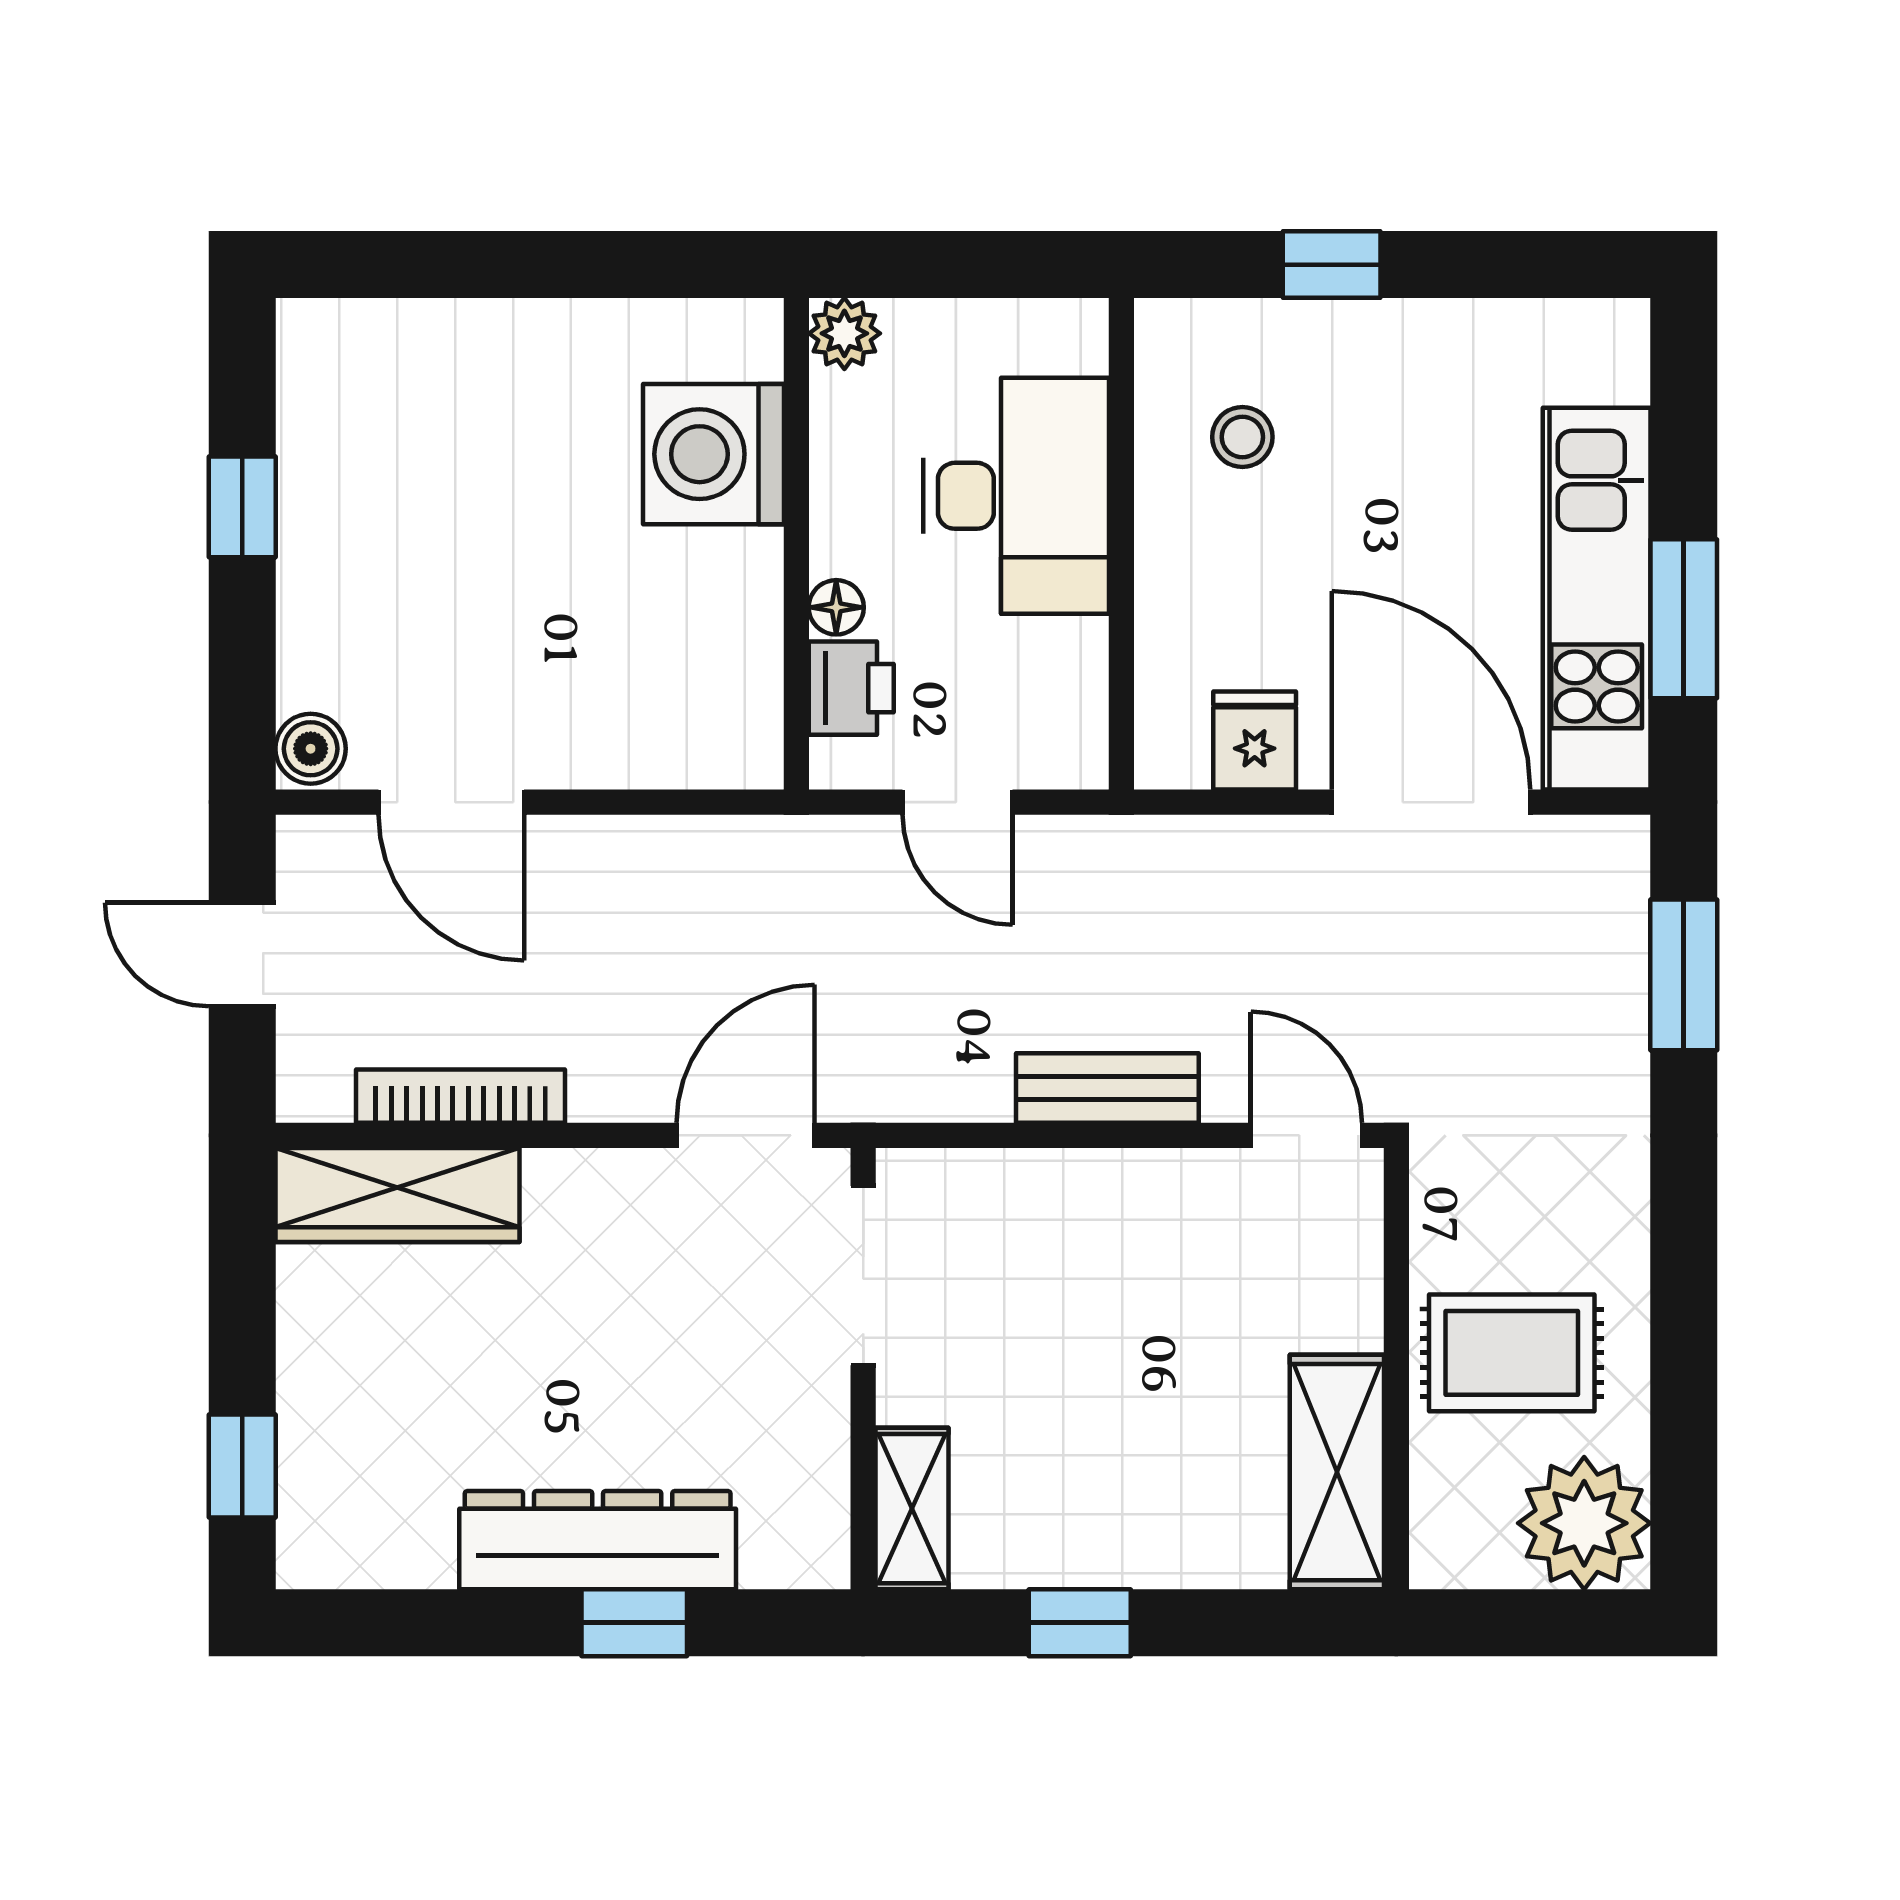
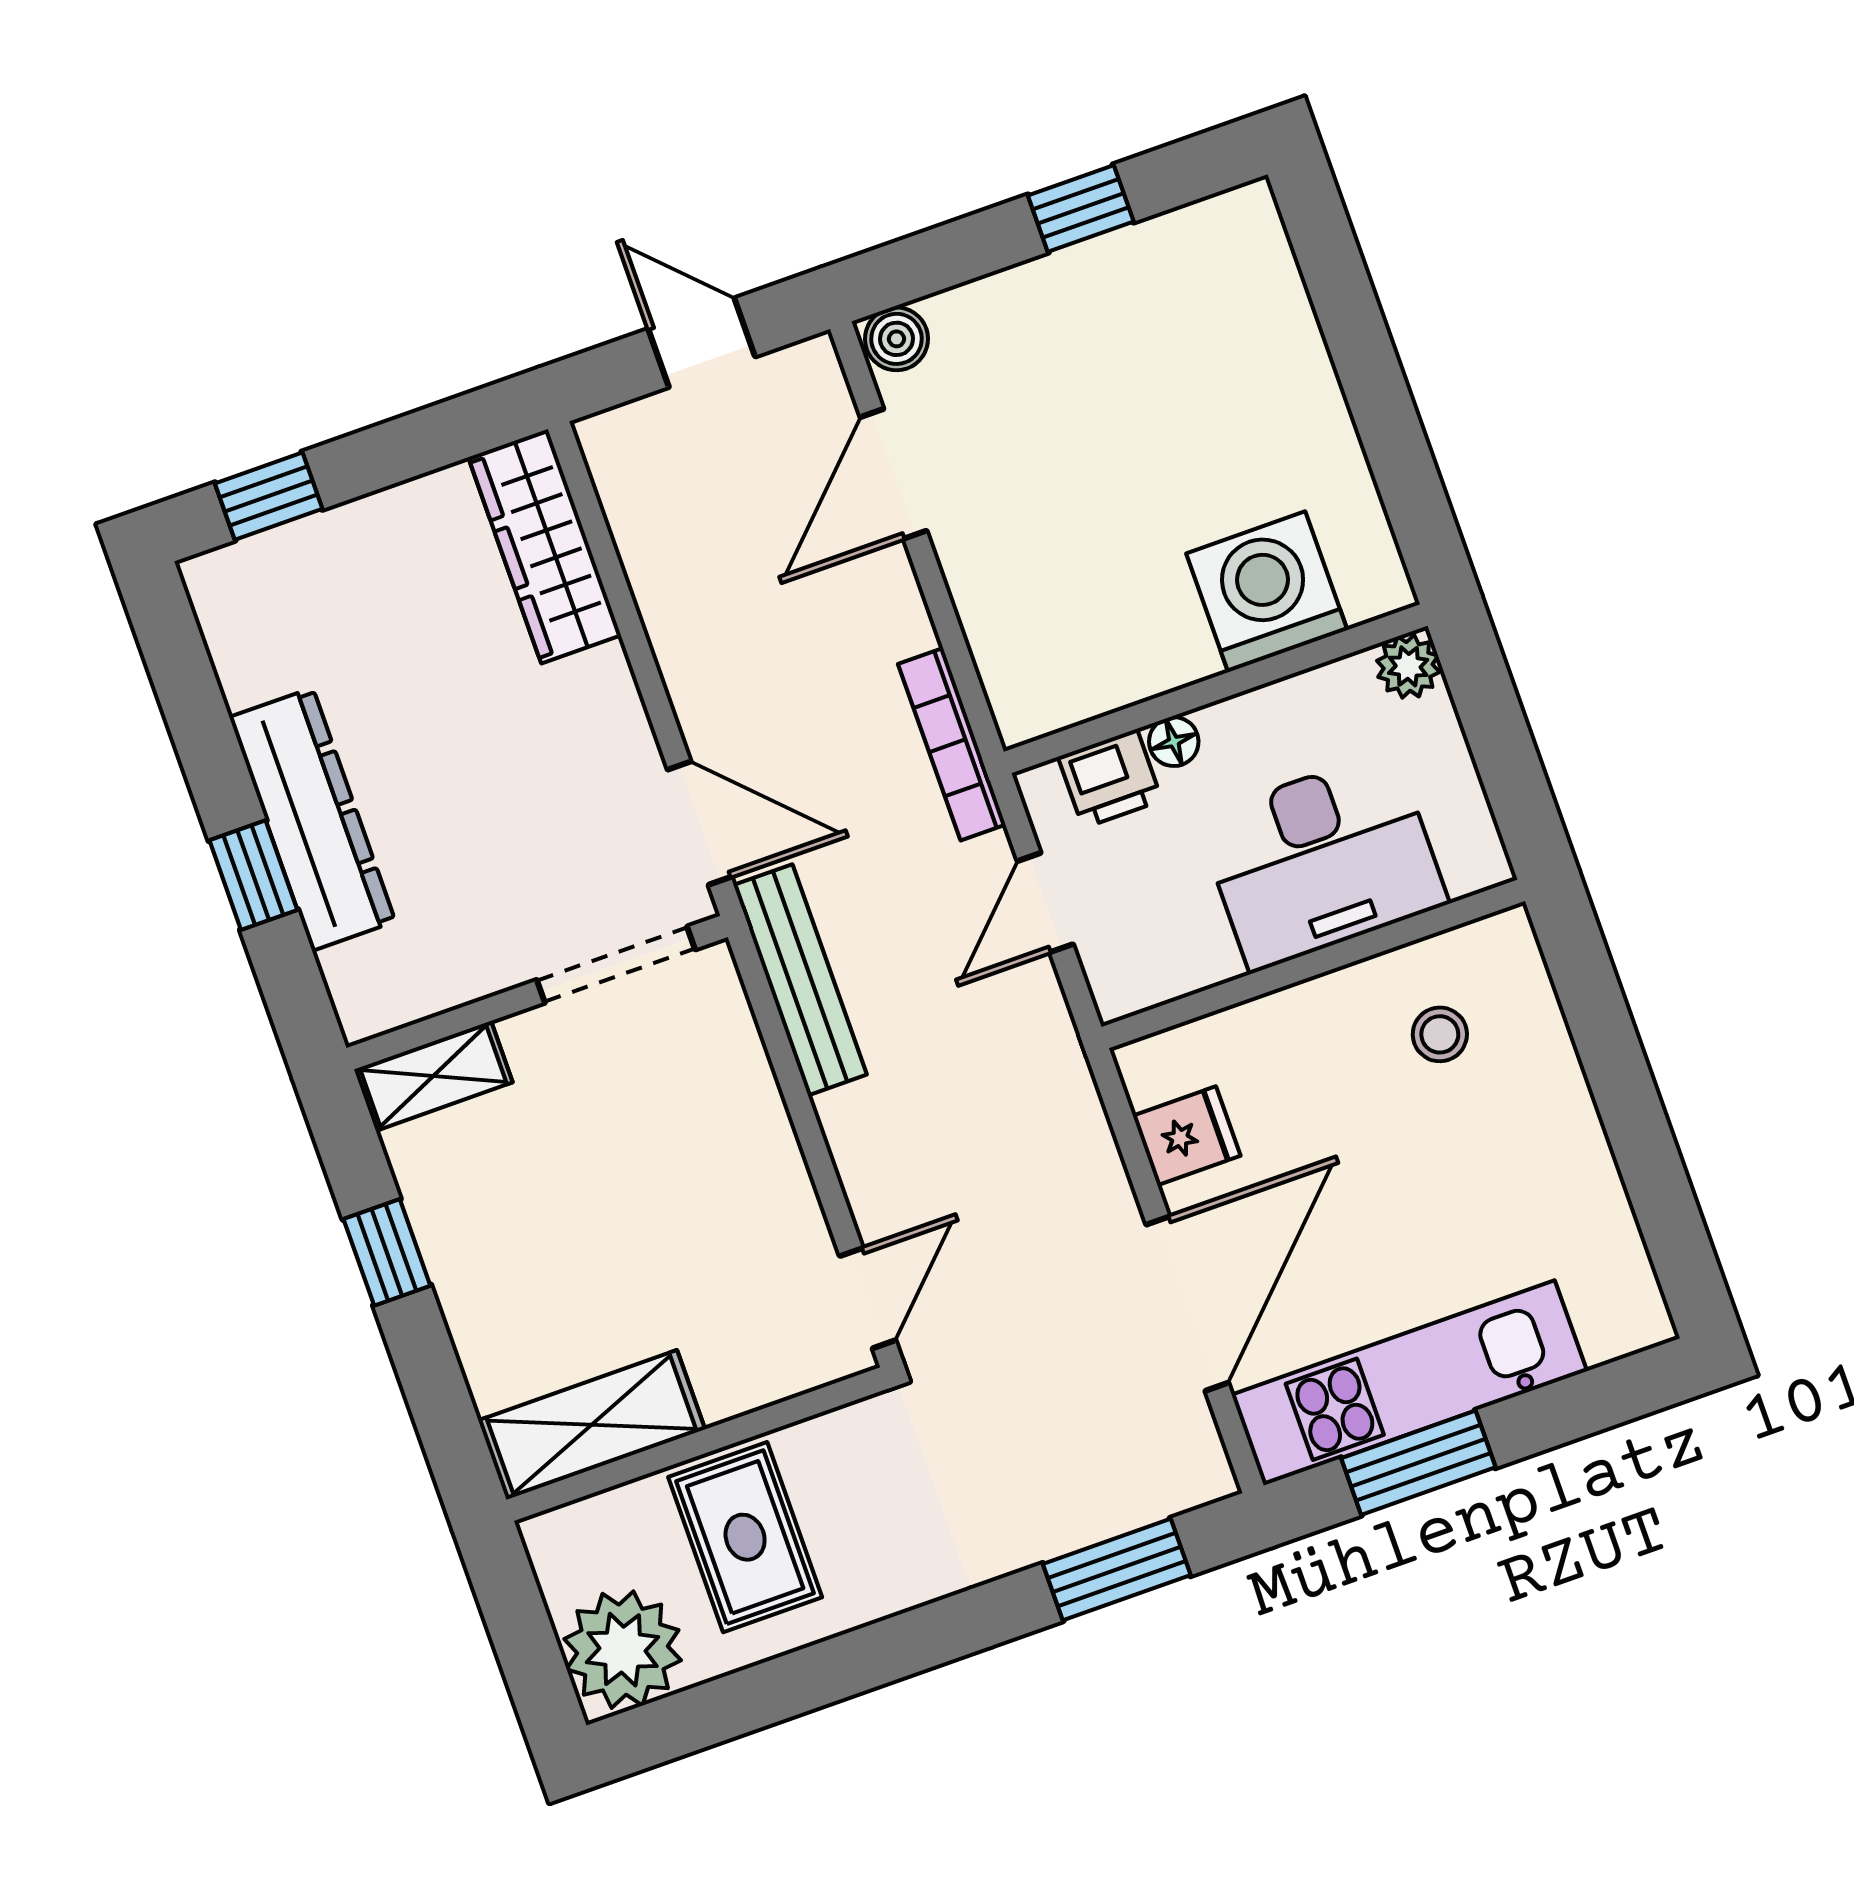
window: (1332, 265) -> (1613, 1058), removed
door: (242, 955) -> (702, 343), hinge flipped
bench: (1107, 1088) -> (800, 980), moved, width x1.36
bookcase: (461, 1096) -> (952, 744), moved, turned 180

